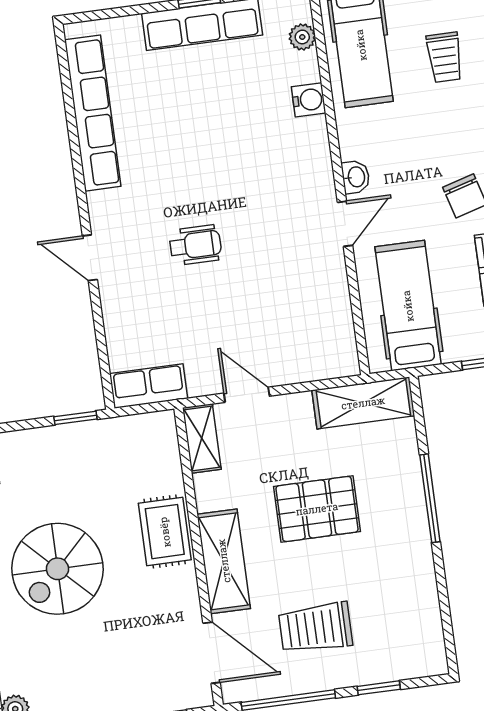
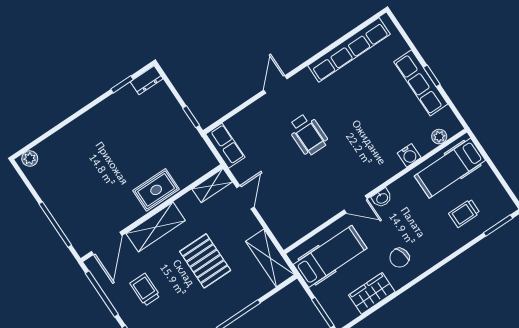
wheelchair: (195, 245) -> (308, 134), width x1.36, depth x1.37
spiral stairs: (57, 569) -> (111, 145), removed
trolley: (315, 628) -> (145, 290), width x0.73, depth x0.72

